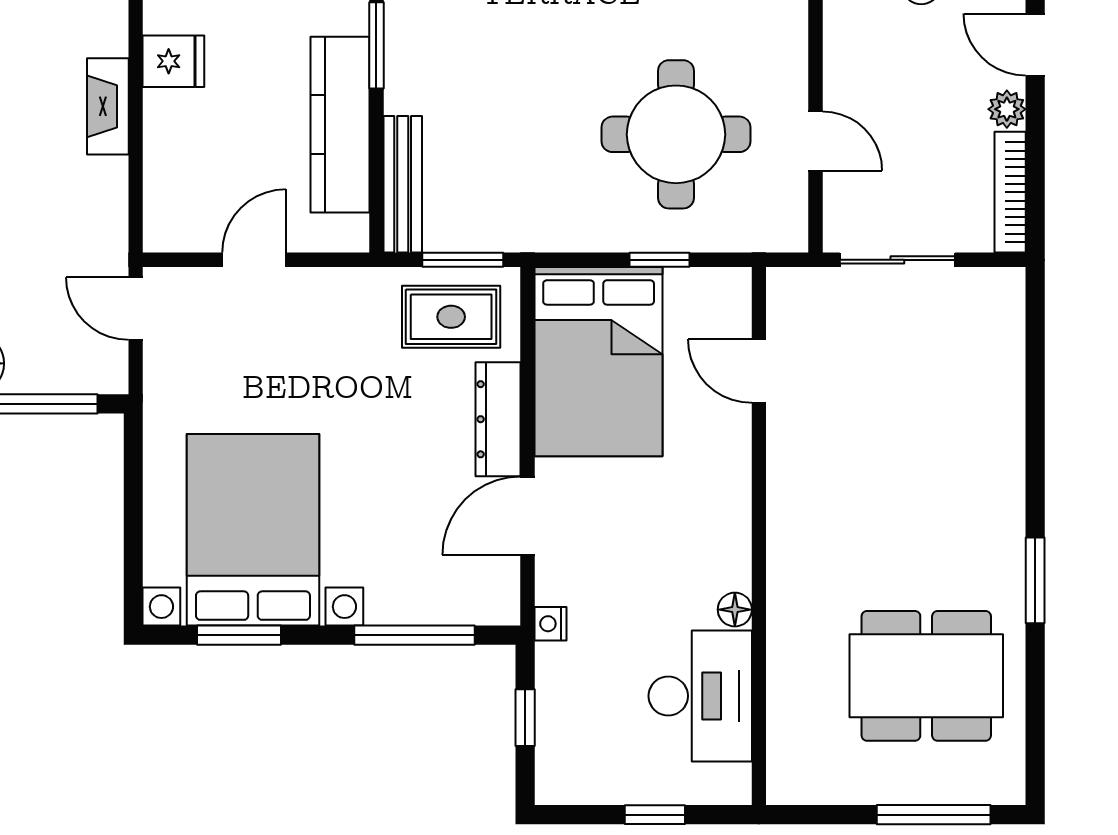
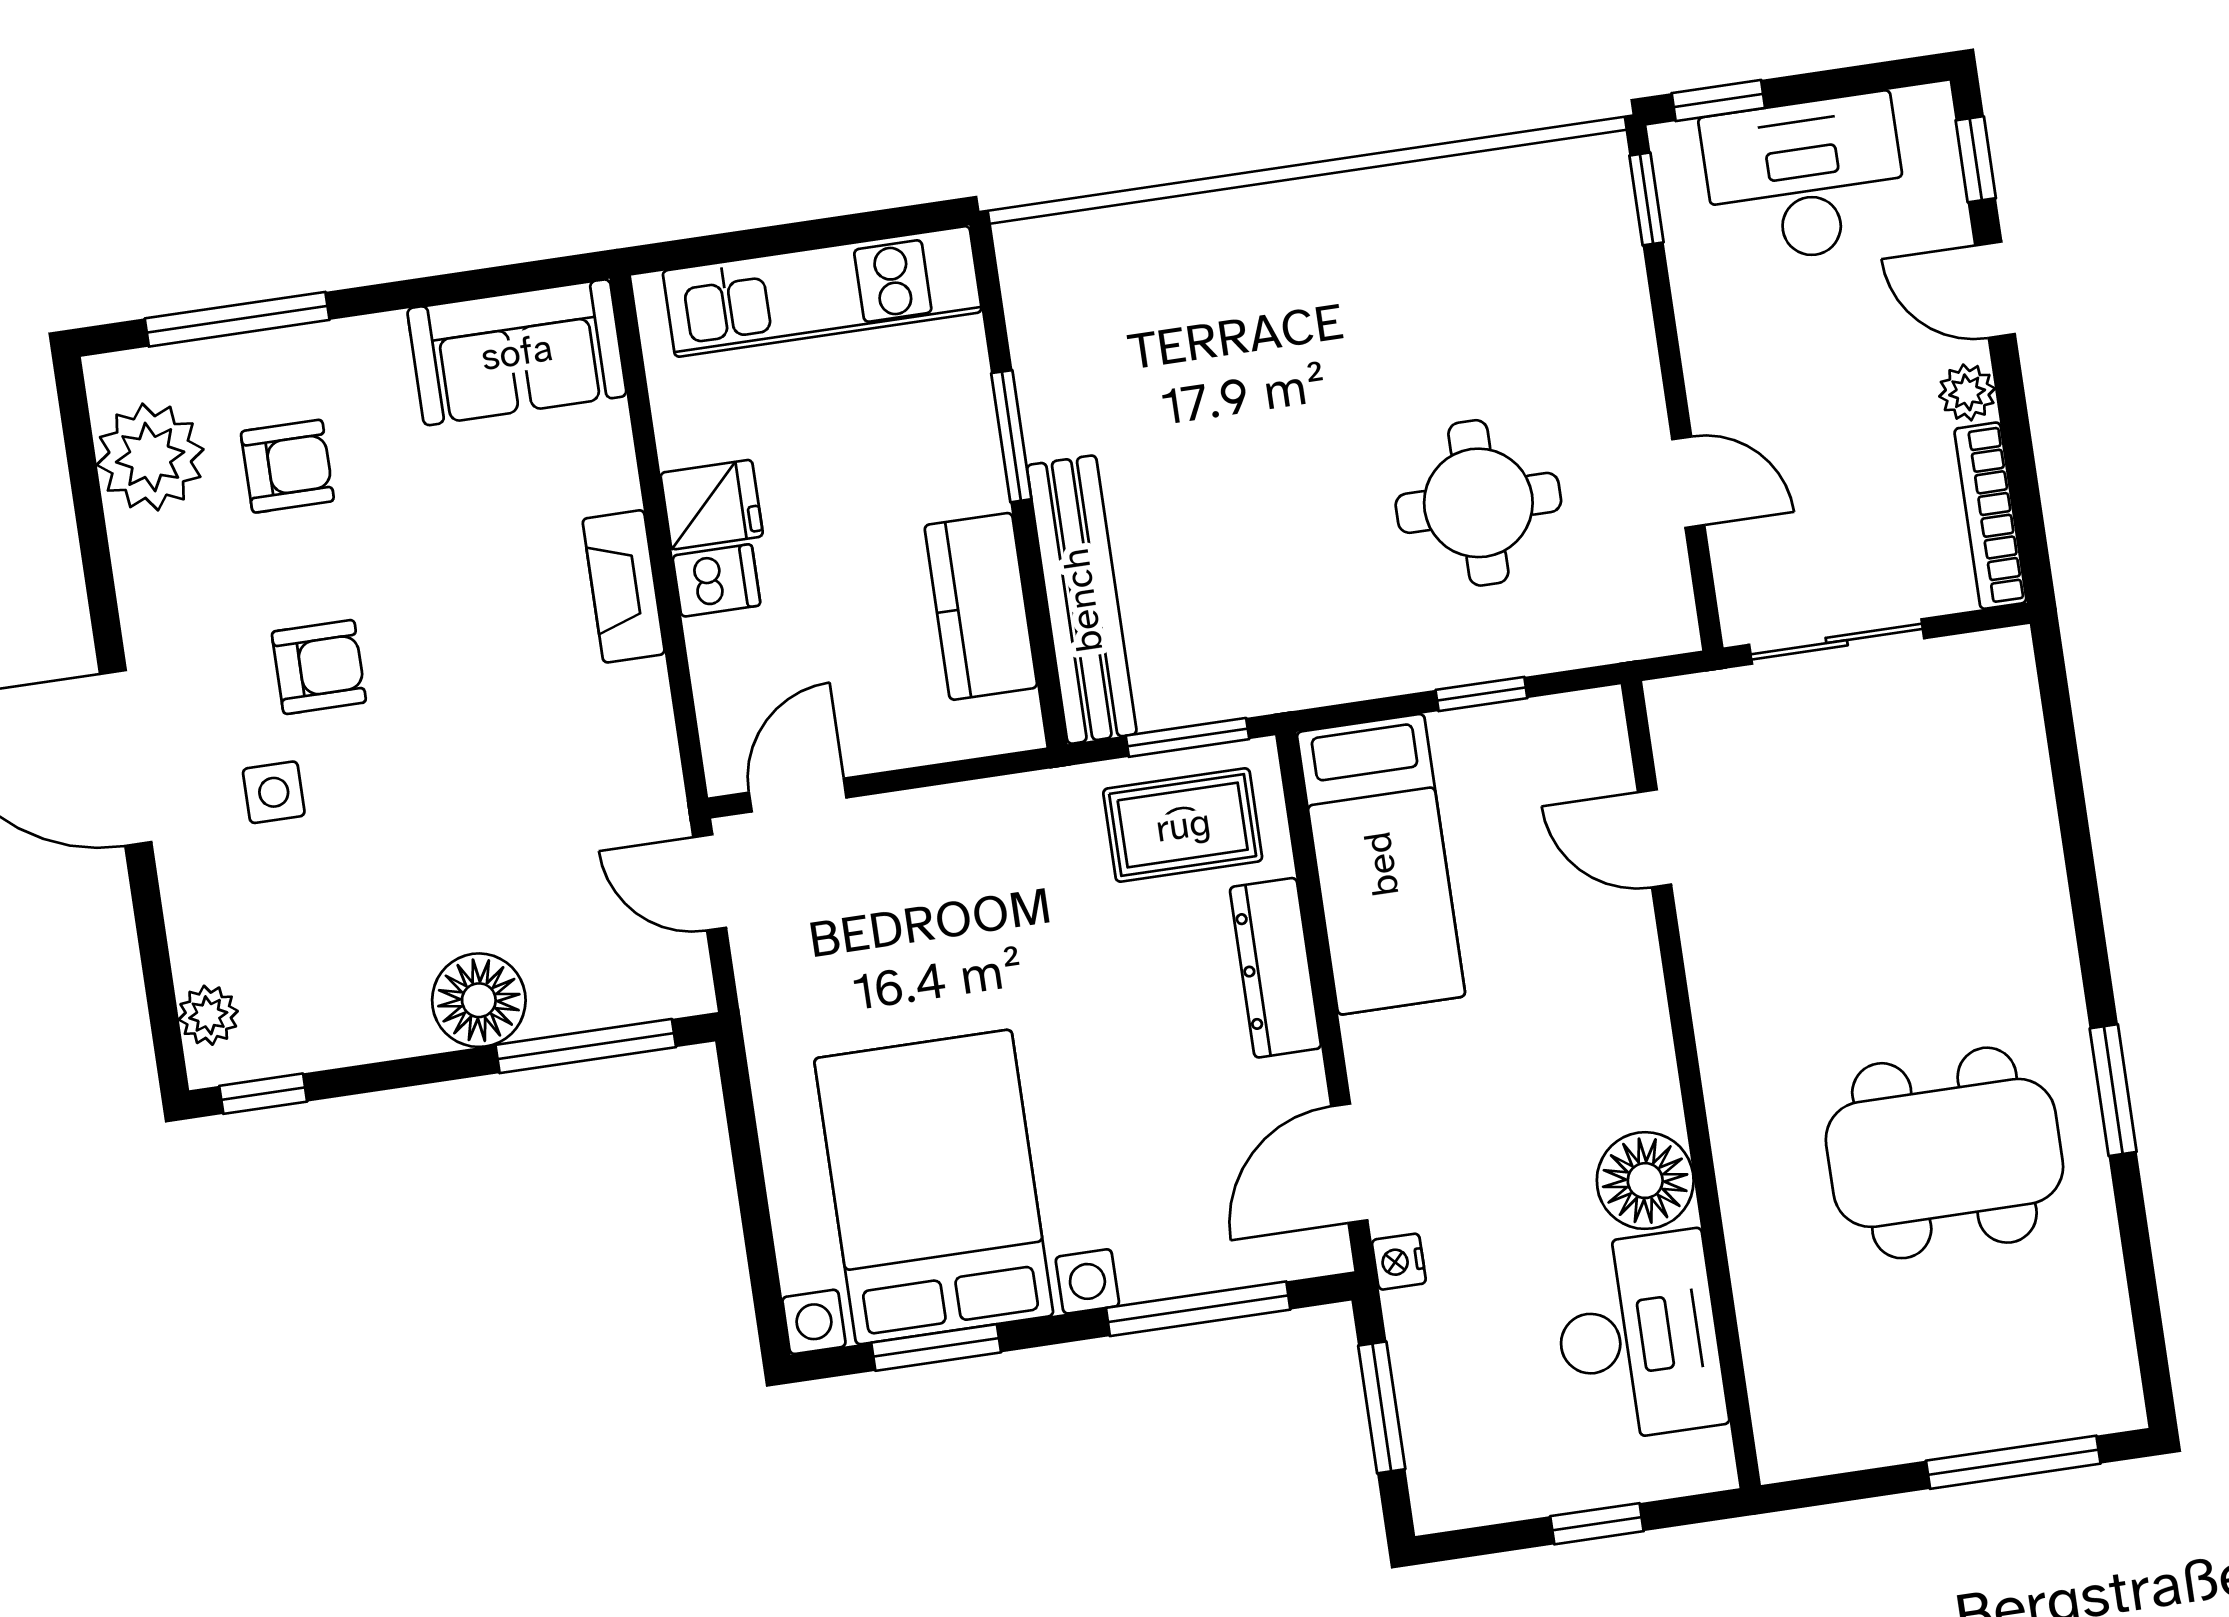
dishwasher: (169, 111) -> (716, 580), added
kitchen counter: (340, 125) -> (981, 606), width x0.67
round table: (676, 134) -> (1478, 503), width x0.73, depth x0.73
bench: (403, 184) -> (1082, 600), width x1.37, depth x1.21
door: (254, 260) -> (798, 795), moved
bed: (599, 362) -> (1381, 864), width x0.67
door: (528, 516) -> (1349, 1163), moved
floor lamp: (735, 610) -> (1645, 1181), width x1.89, depth x1.89
dining table: (926, 676) -> (1944, 1153), moved
window: (525, 718) -> (1382, 1407), width x1.50

